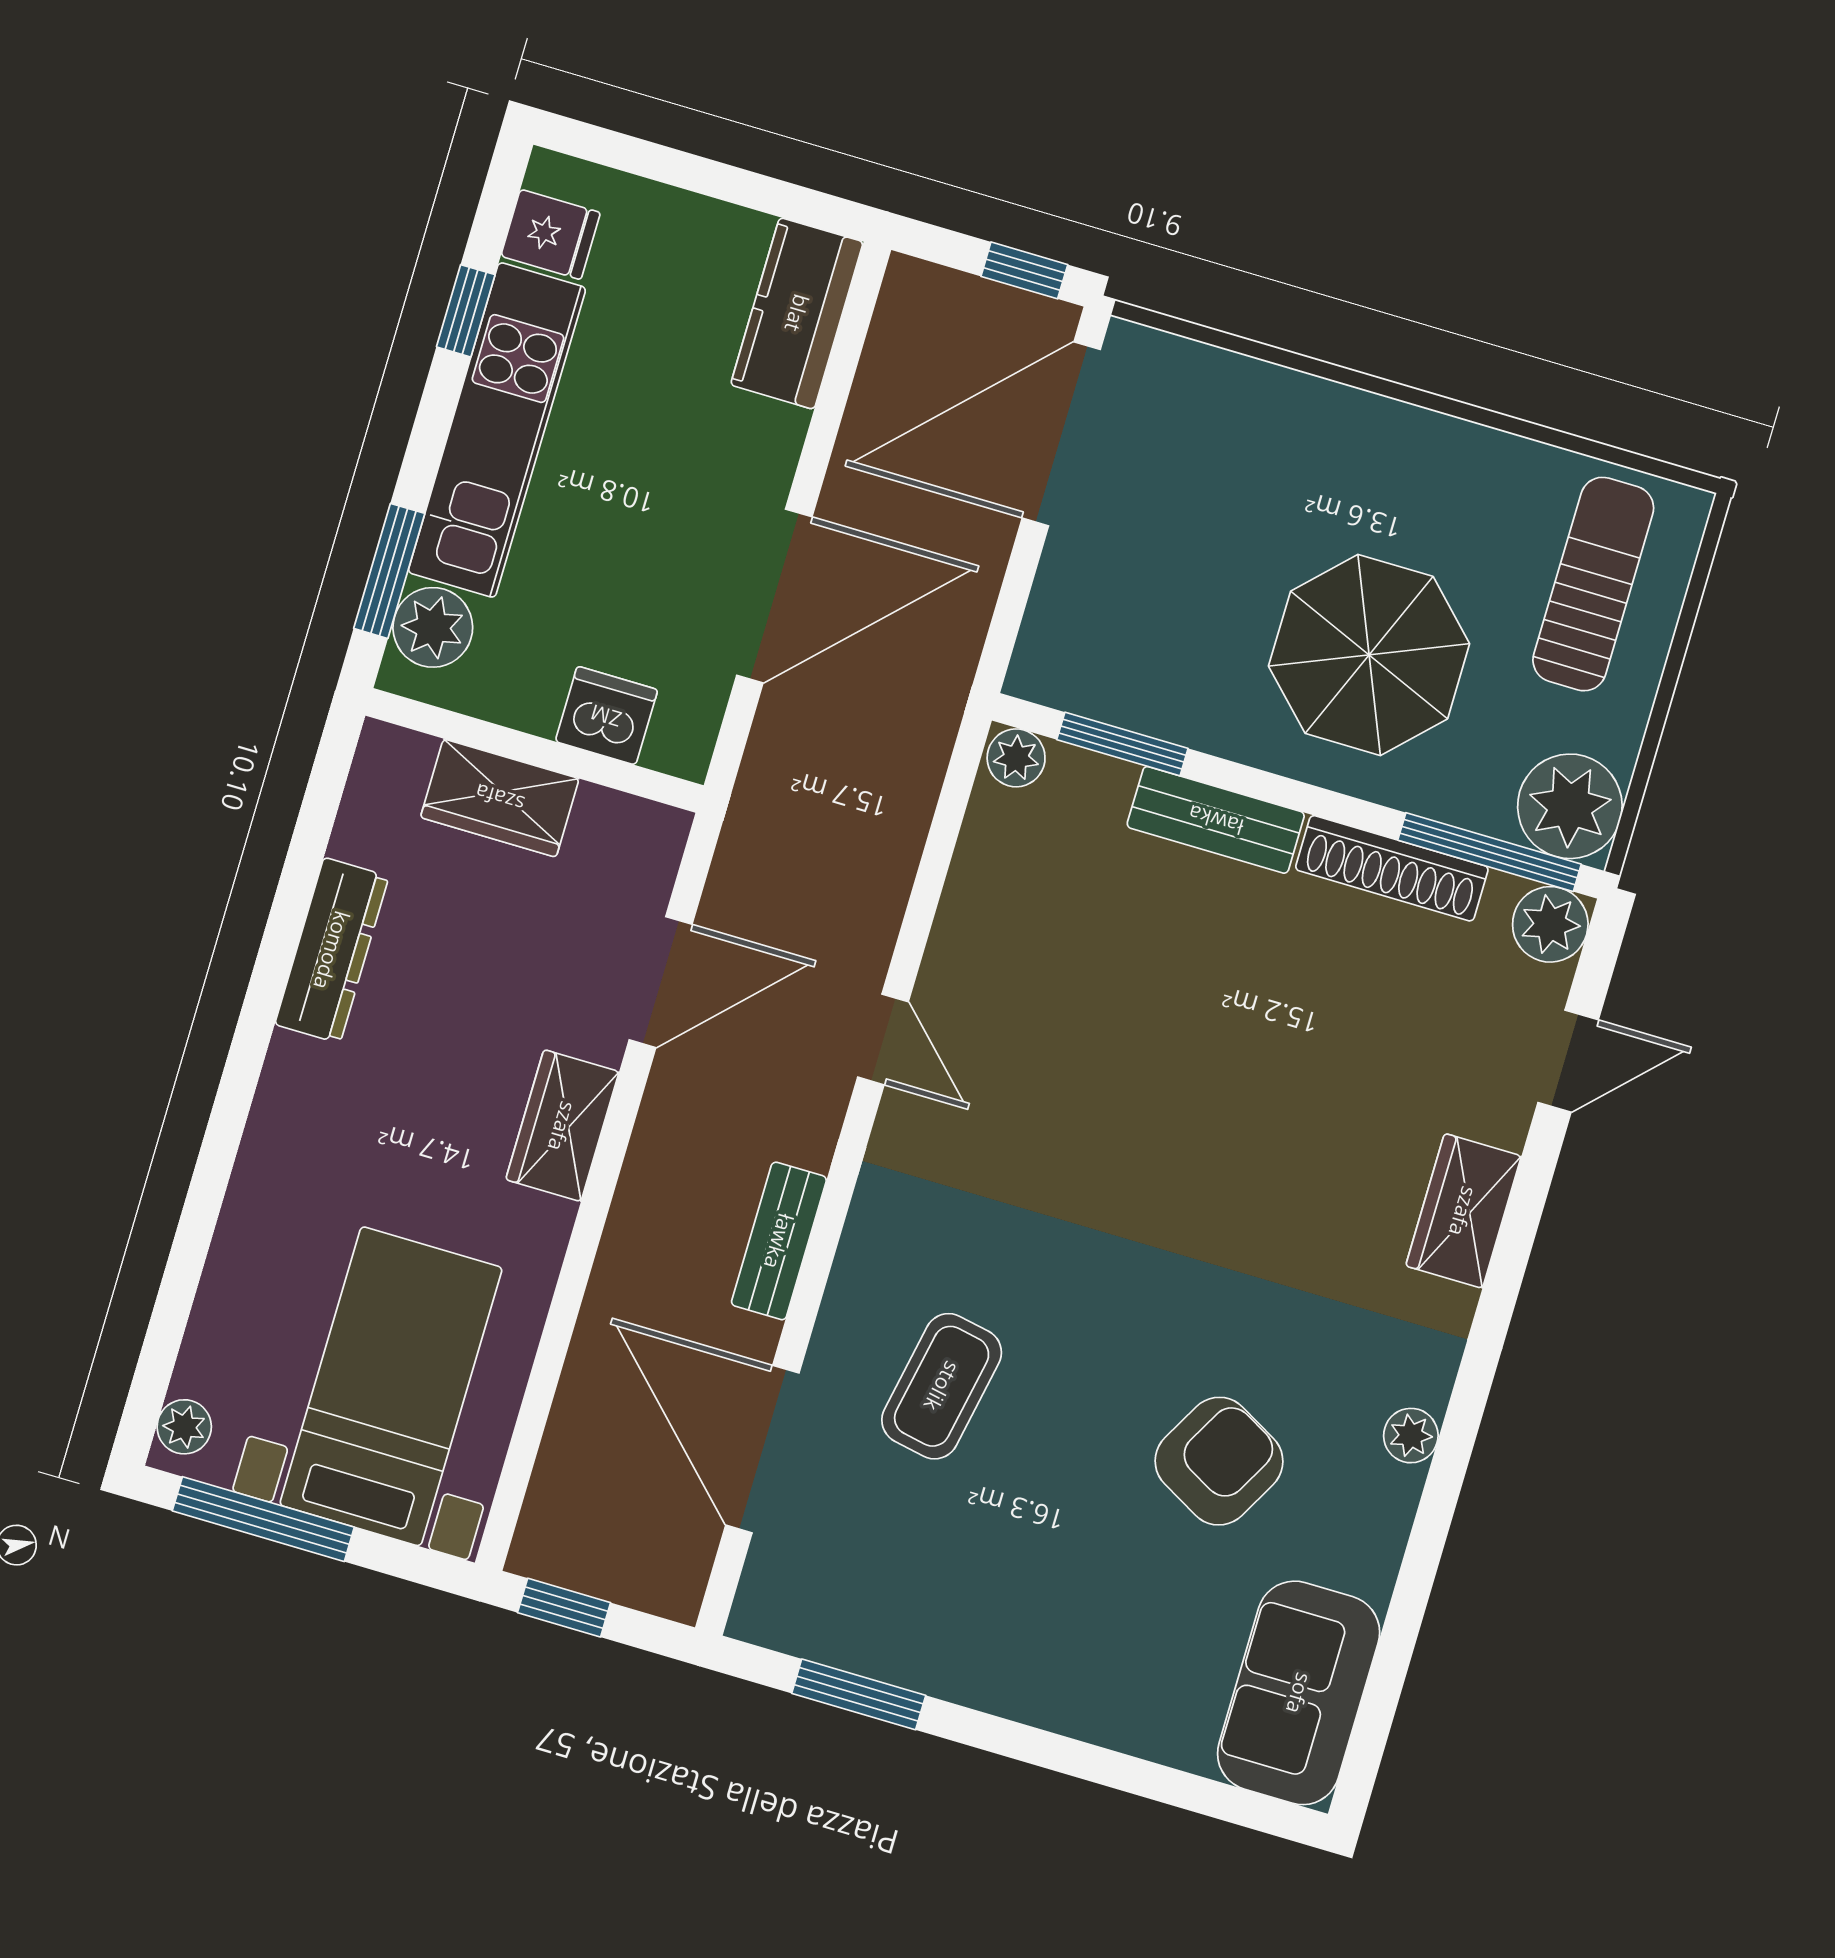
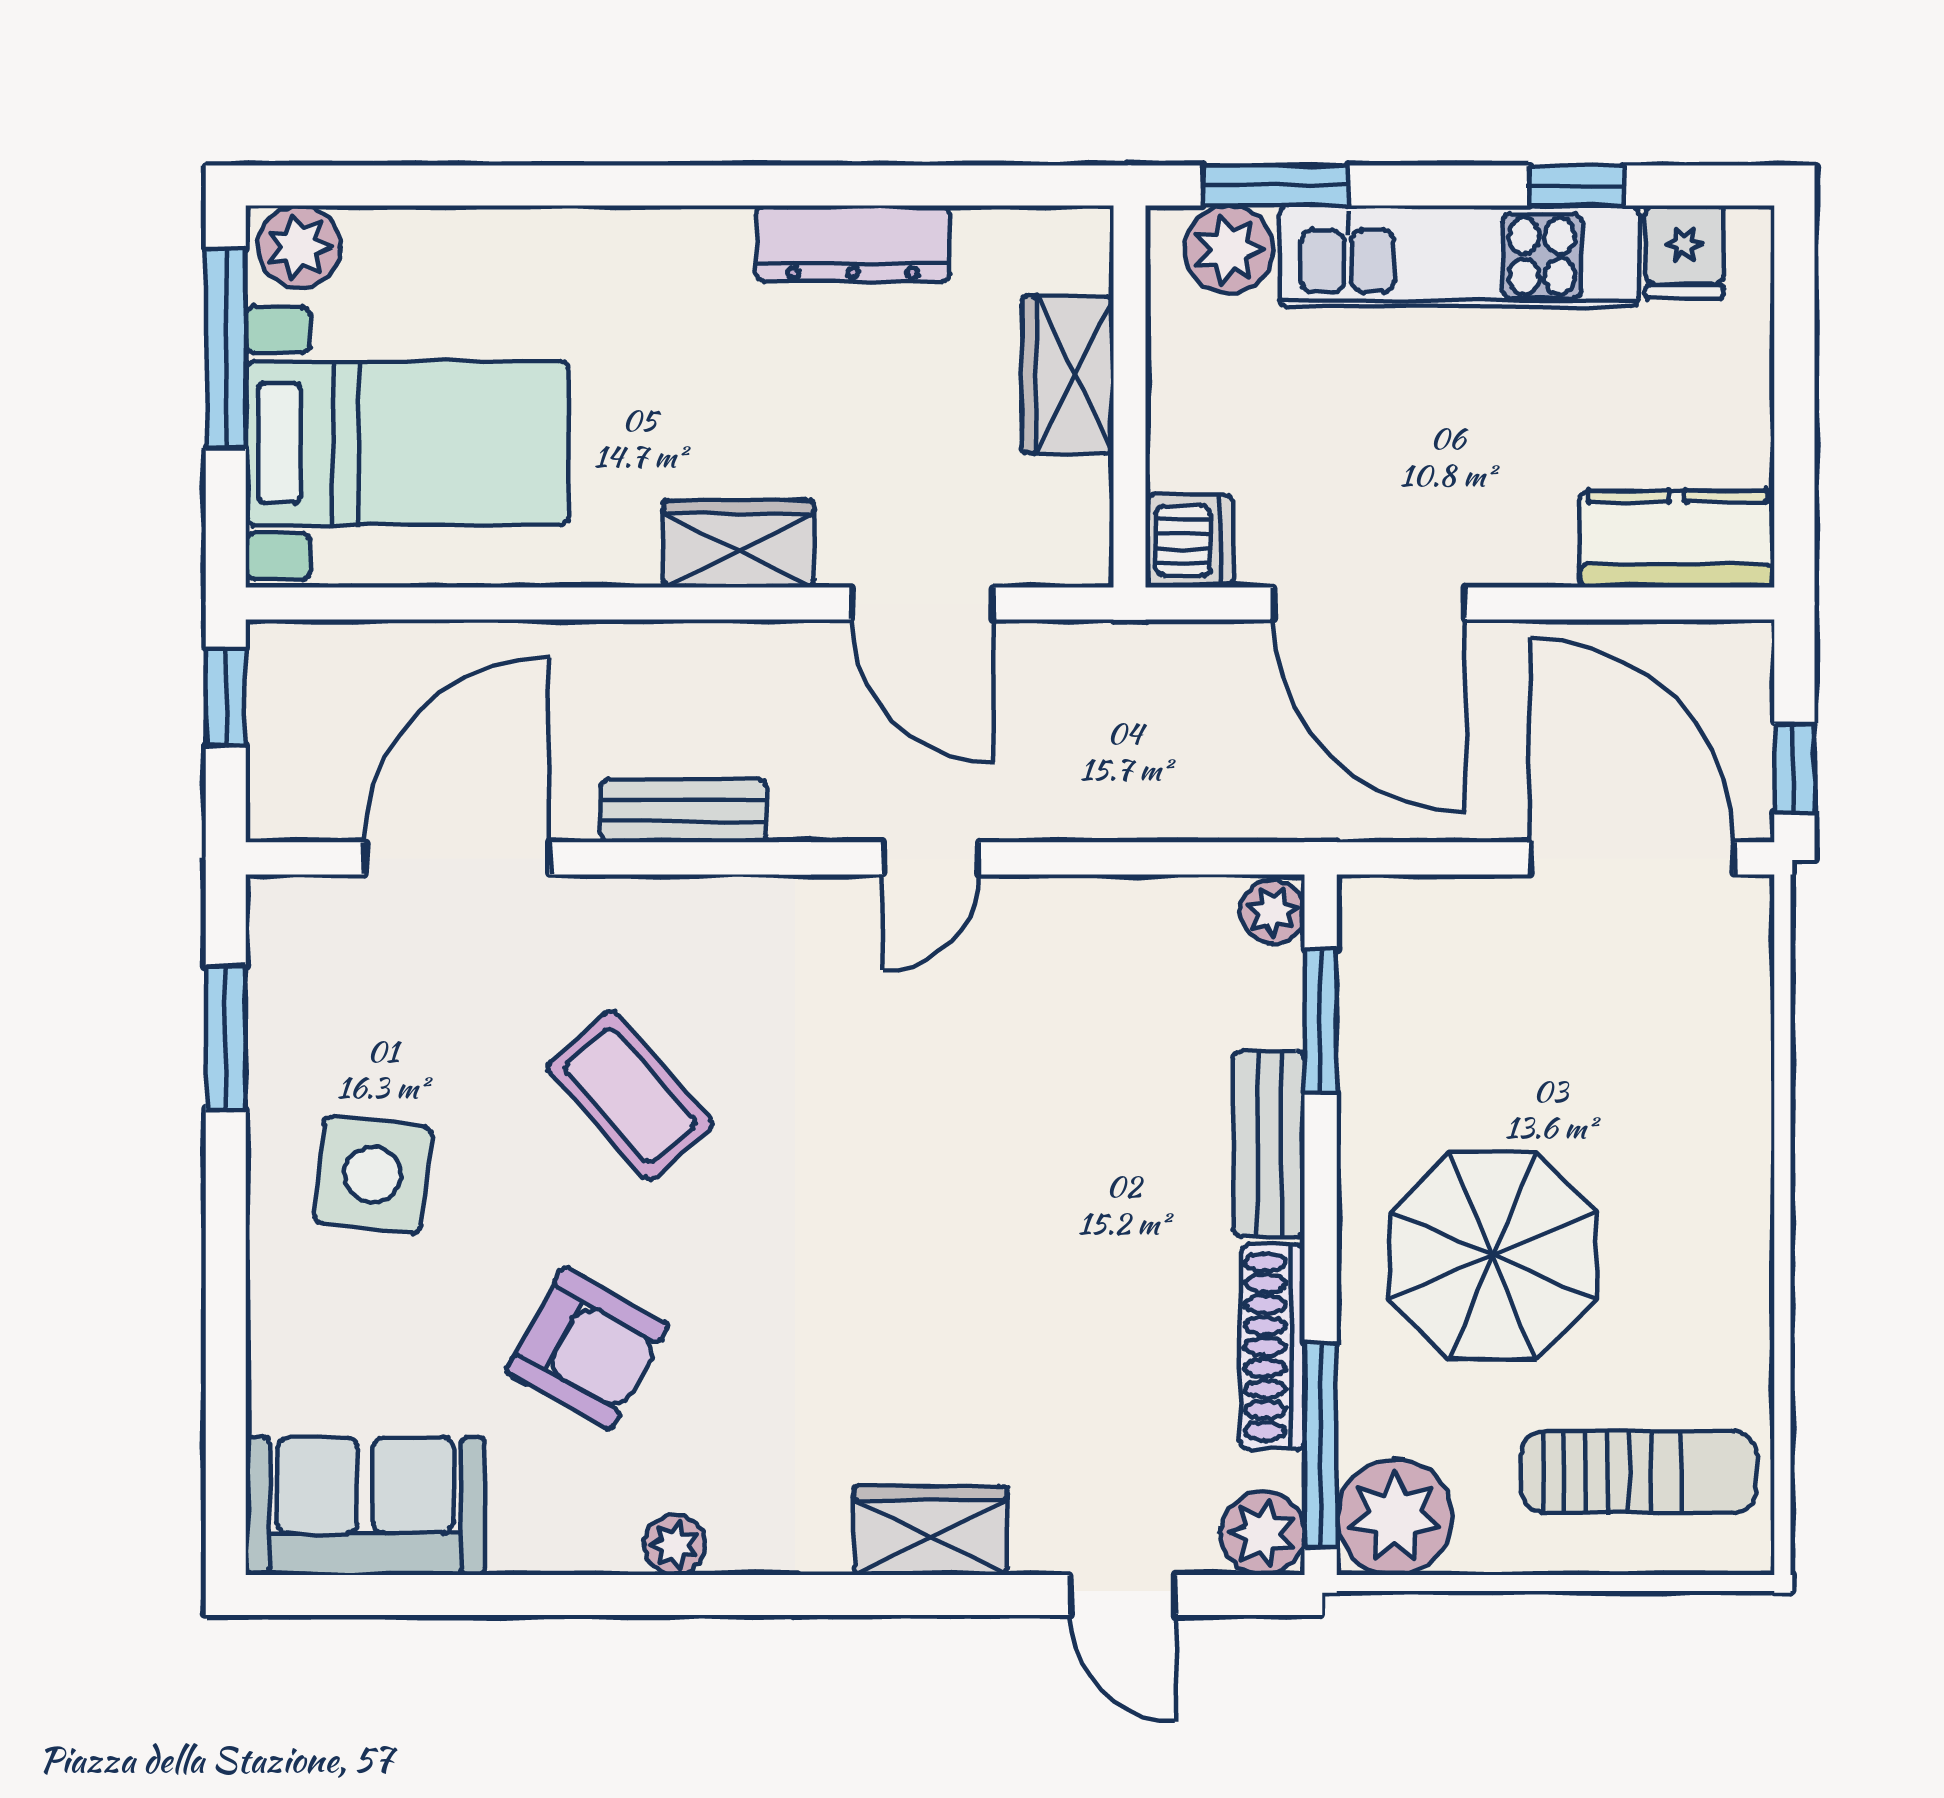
dishwasher: (606, 716) -> (1189, 541), moved
coffee table: (942, 1386) -> (630, 1095), moved, turned 37
plant: (184, 1427) -> (299, 247), width x1.38, depth x1.38
side table: (1014, 1602) -> (373, 1175), added

